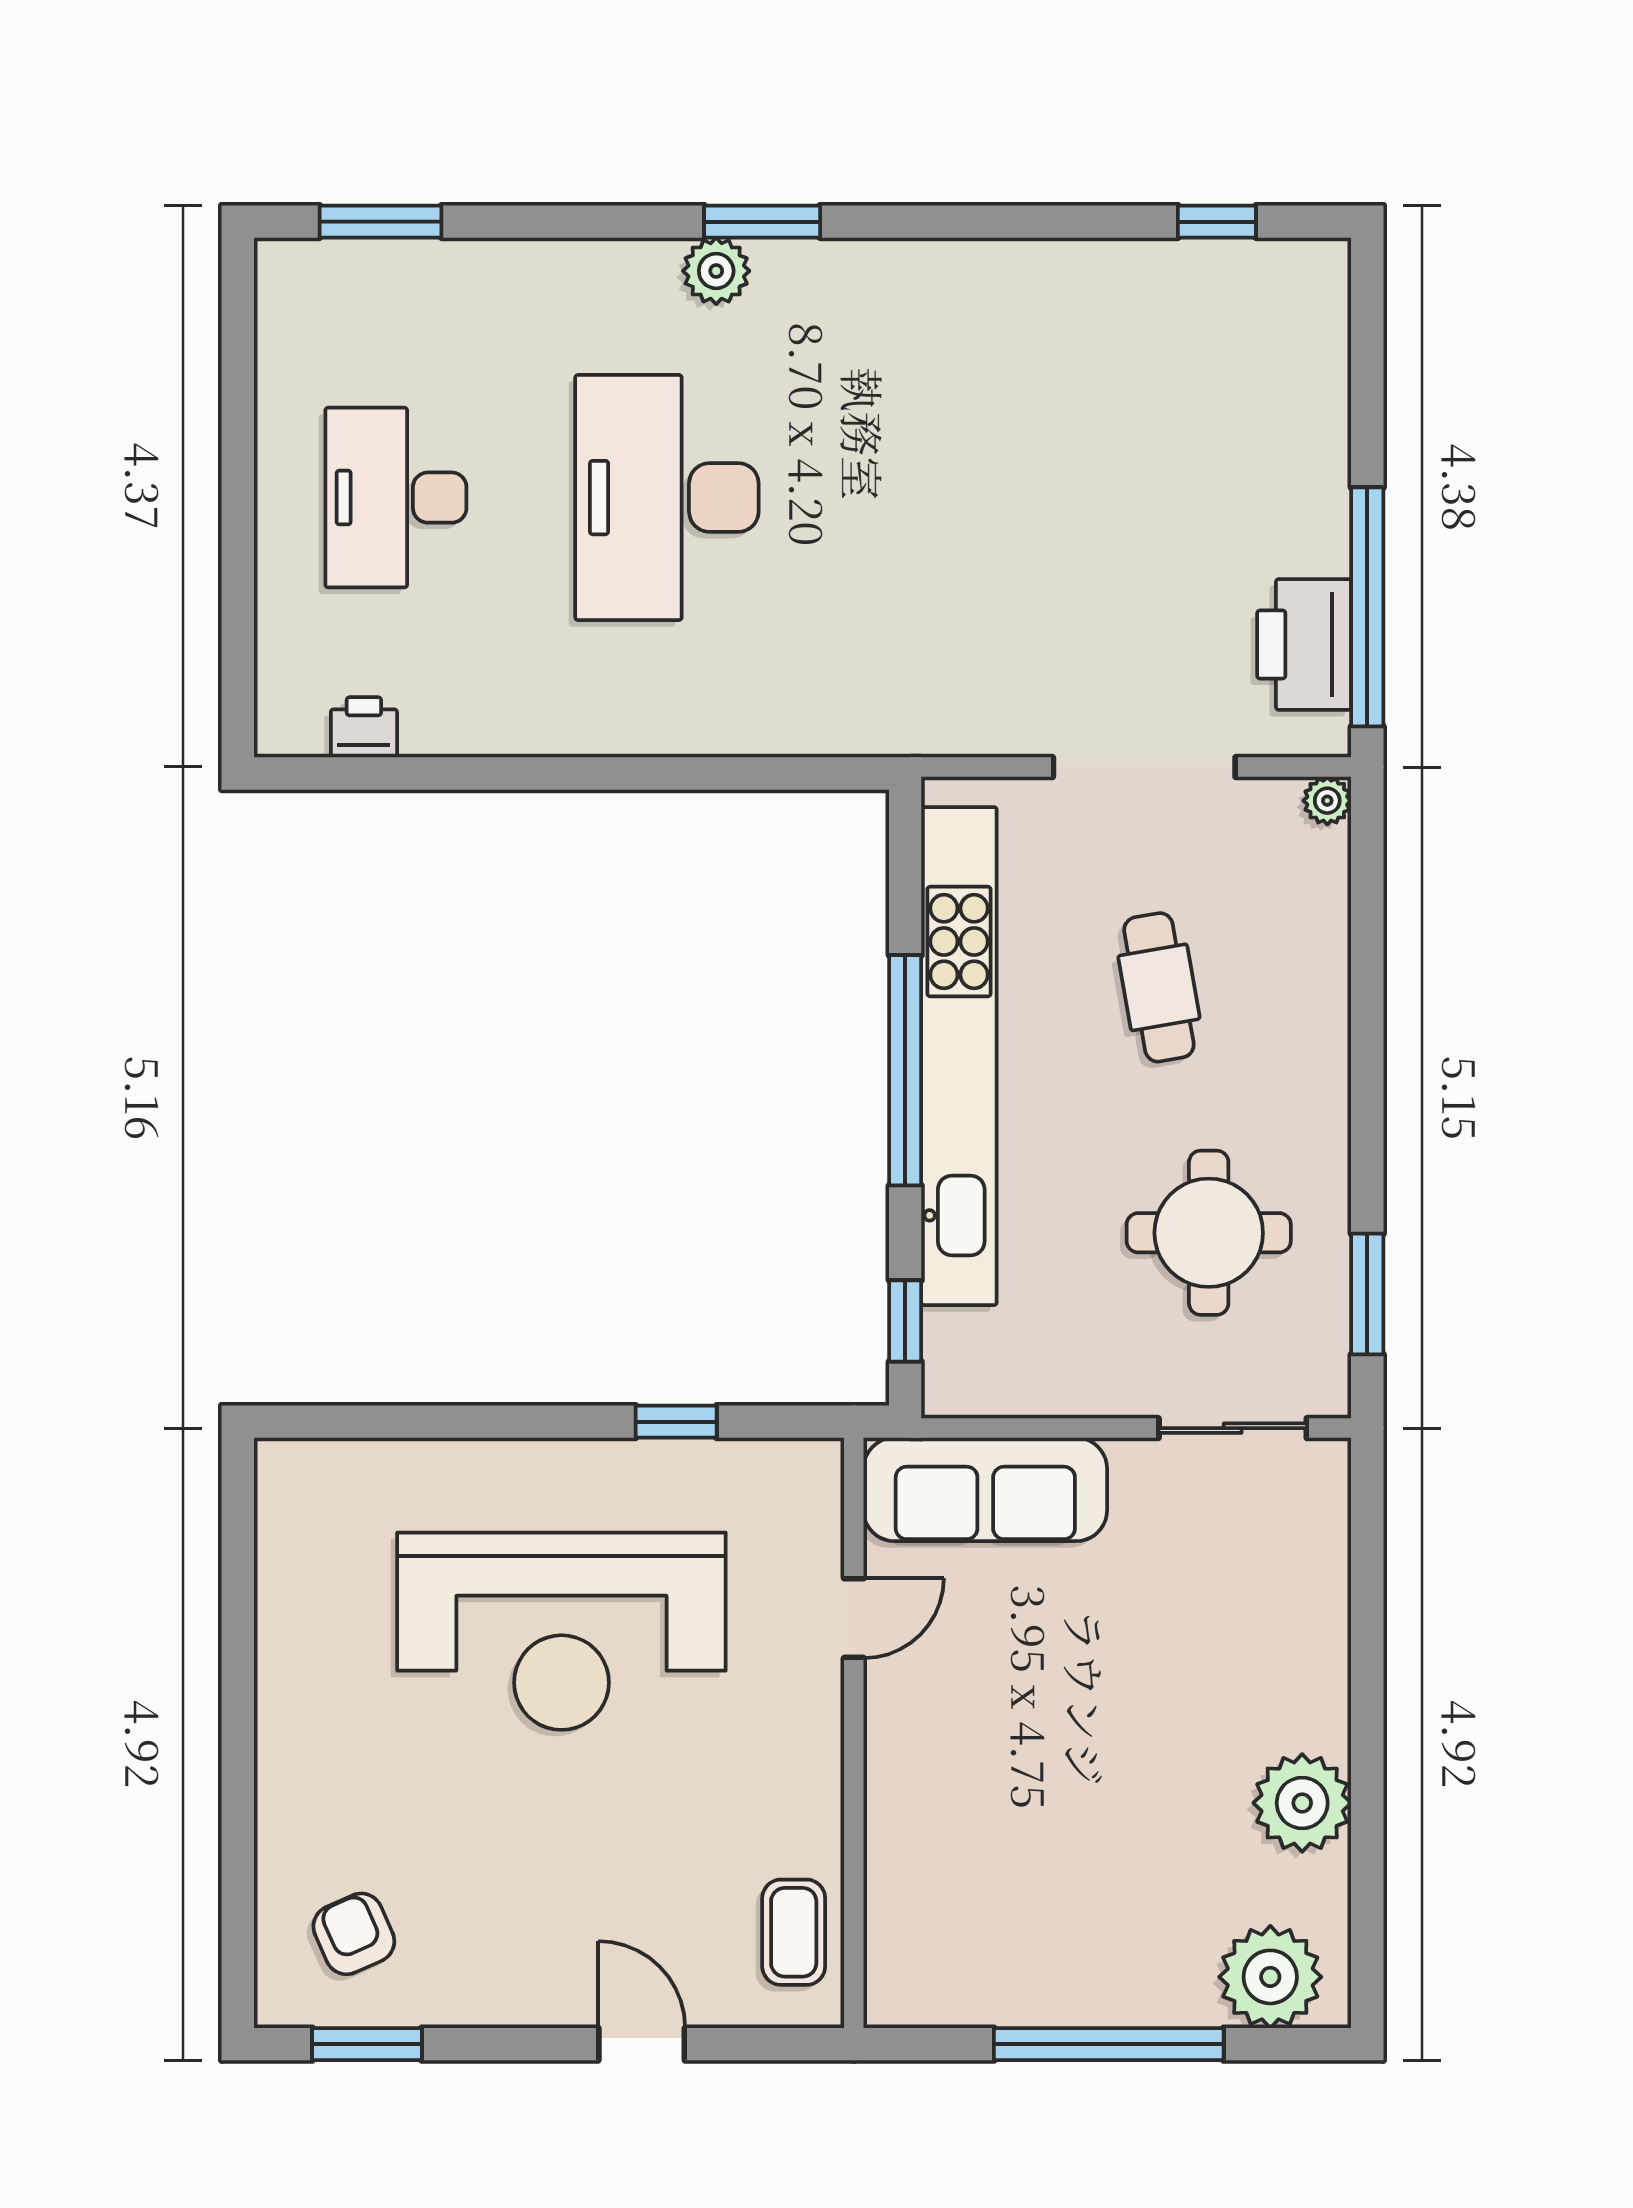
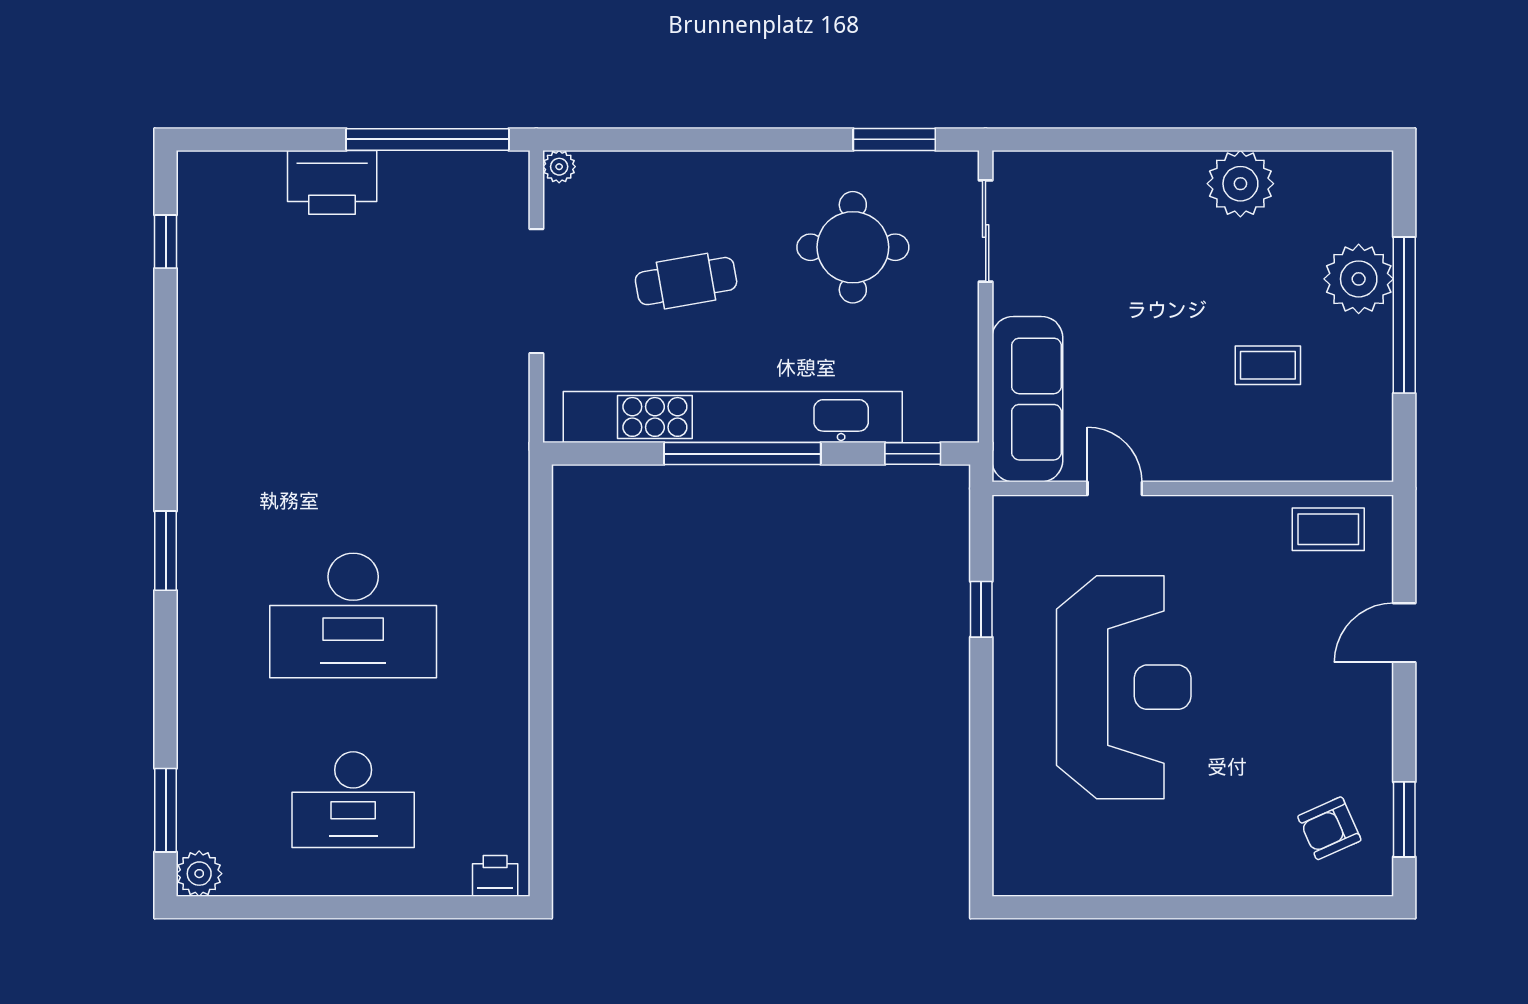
plant: (716, 271) -> (199, 874), moved
printer: (1304, 644) -> (332, 182), moved
printer: (364, 727) -> (495, 876), moved, turned 90
coffee table: (1035, 1843) -> (1268, 365), added
plant: (1270, 1977) -> (1359, 279), moved

